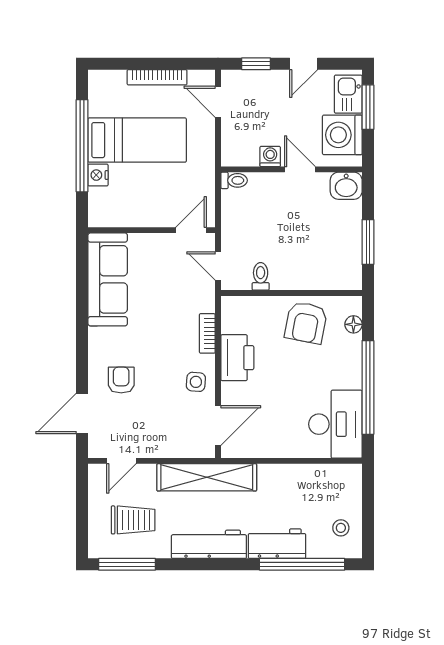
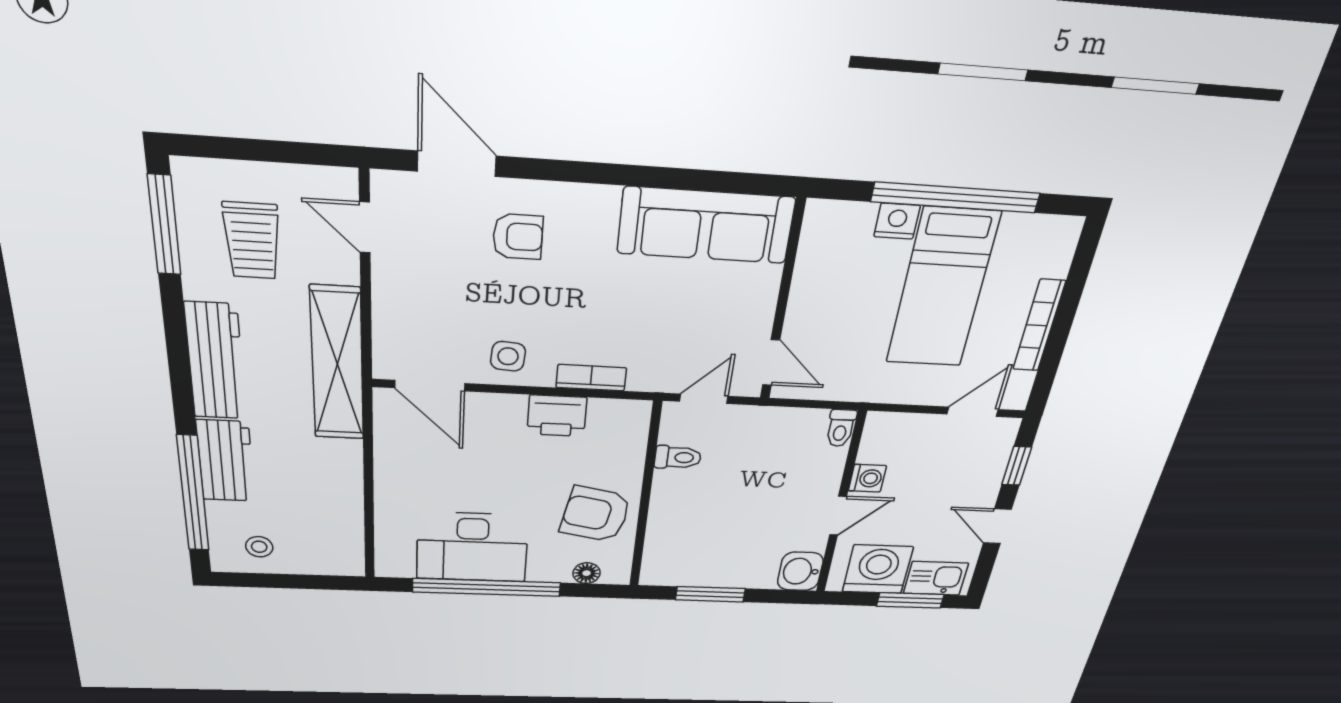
printer: (237, 358) -> (557, 416), width x0.73, depth x0.84
desk: (335, 424) -> (472, 547), moved

